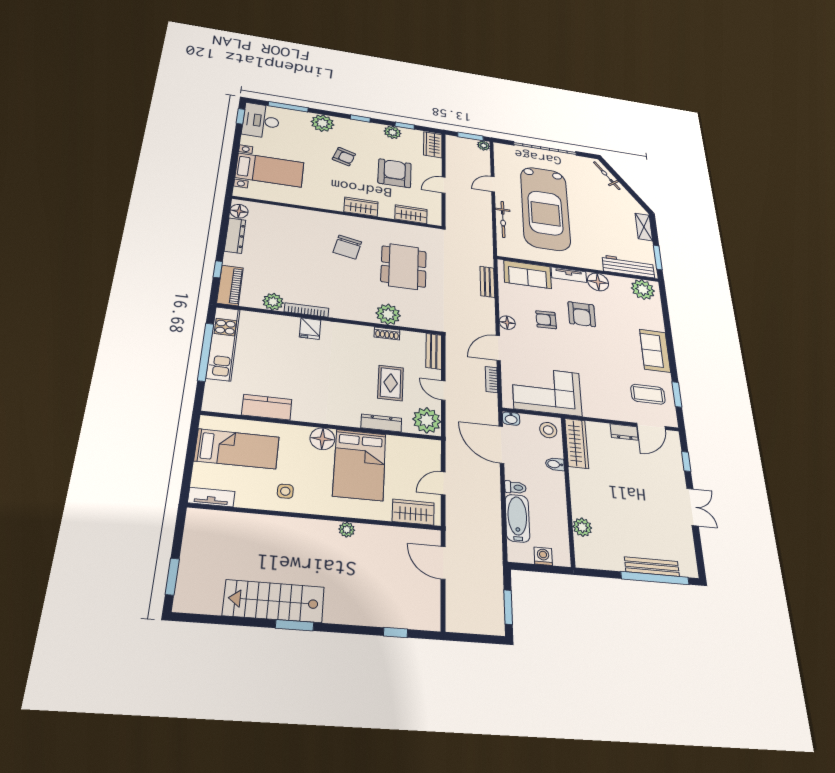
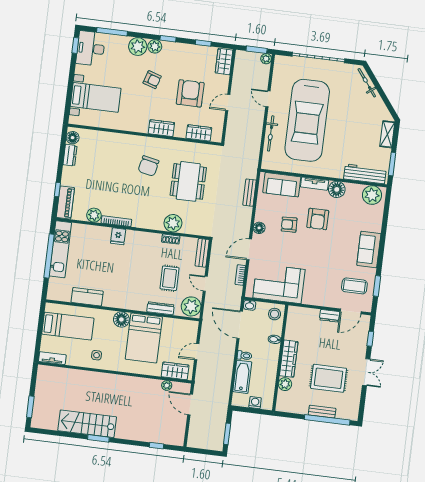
plant: (393, 132) -> (155, 46), moved
door: (493, 184) -> (268, 99), hinge flipped
dresser: (235, 236) -> (70, 155), width x0.70
wardrobe: (577, 443) -> (289, 359), moved
rug: (643, 517) -> (329, 378), added
plant: (347, 530) -> (167, 385), moved
bench: (652, 567) -> (322, 412), width x0.73

